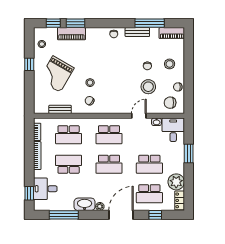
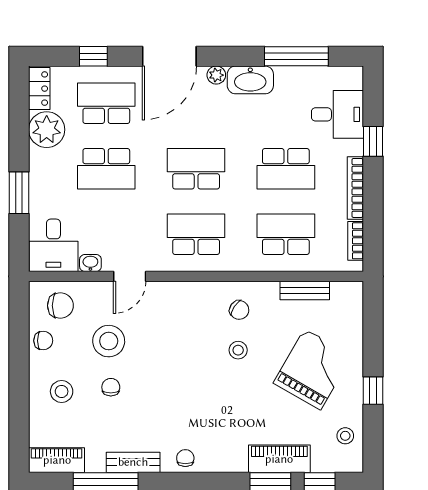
school desk: (149, 164) -> (106, 169), turned 180
window: (29, 193) -> (373, 141), moved

